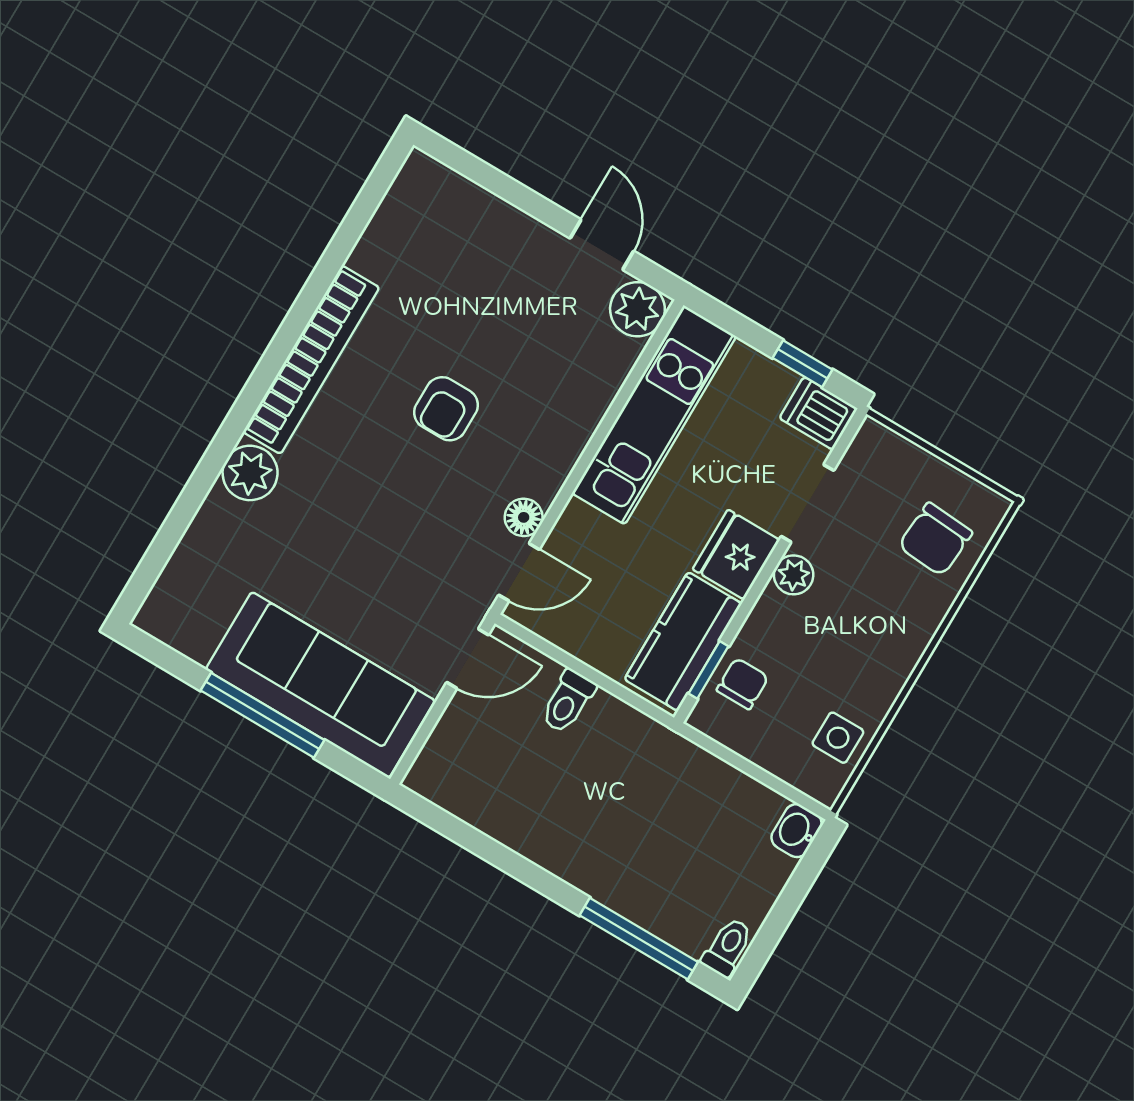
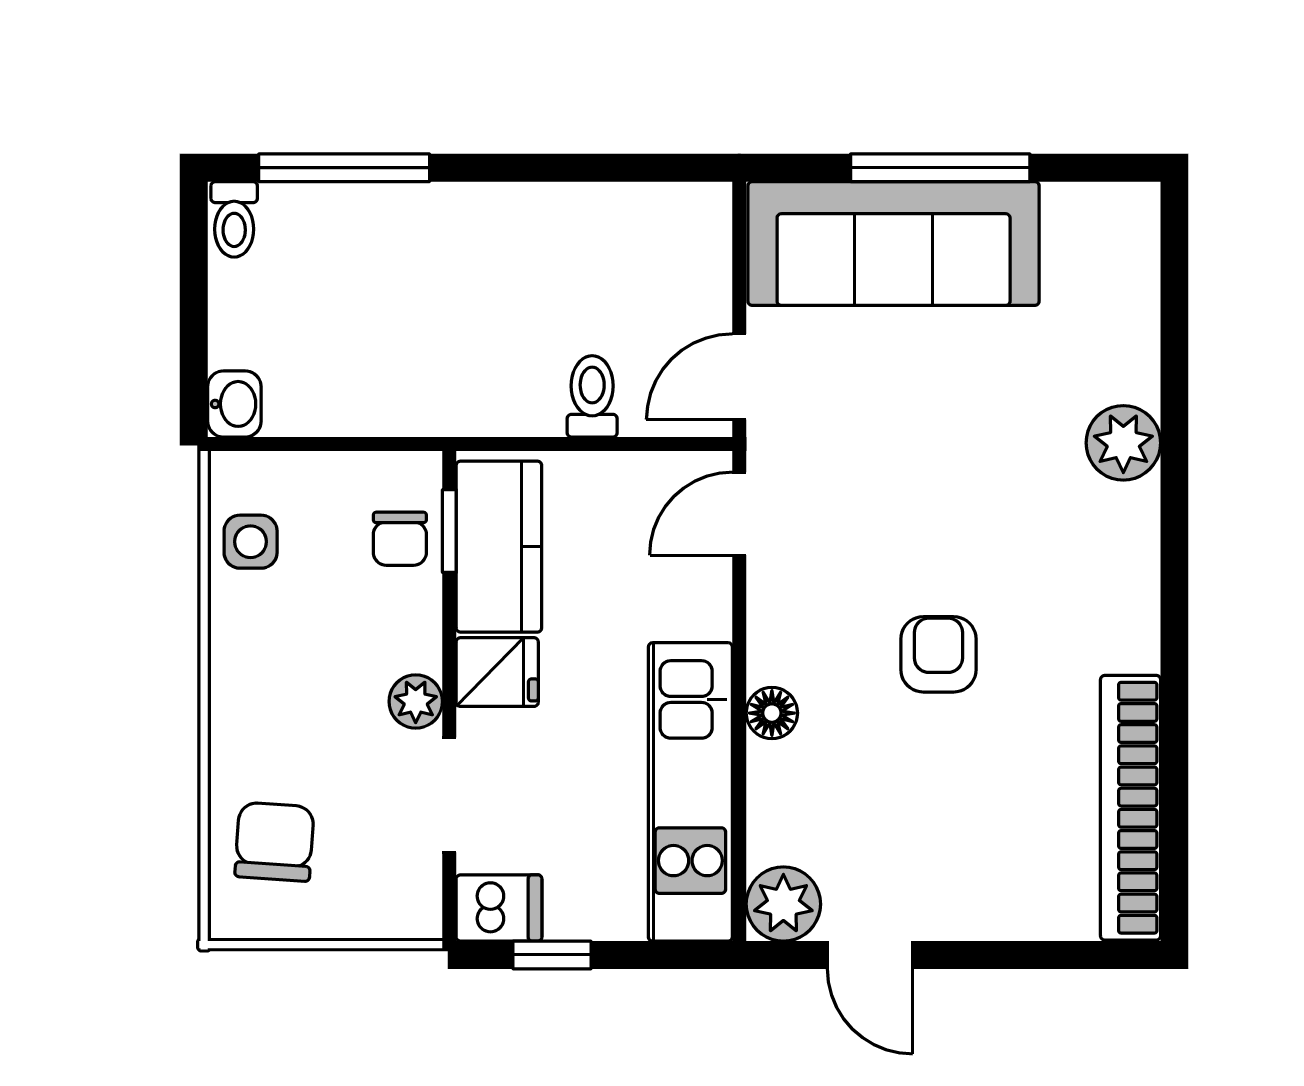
bookcase: (311, 360) -> (1131, 808), moved
floor lamp: (524, 517) -> (772, 713), moved
fridge: (736, 555) -> (497, 672), width x0.72

